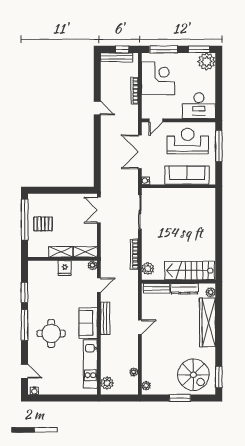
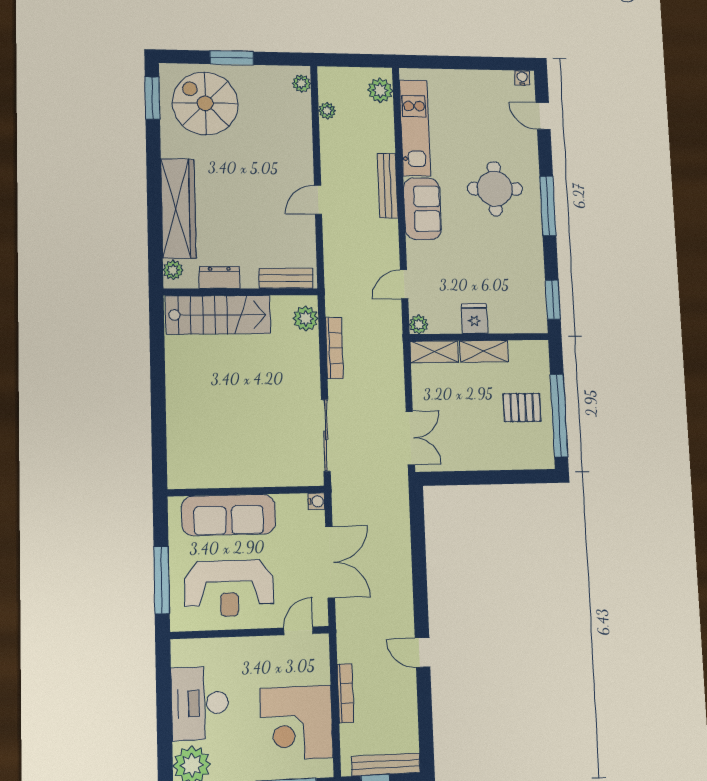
desk: (199, 106) -> (200, 703), moved, turned -90
dresser: (184, 289) -> (220, 277), width x0.70
window: (25, 292) -> (553, 300), moved
bench: (105, 318) -> (388, 186), moved

